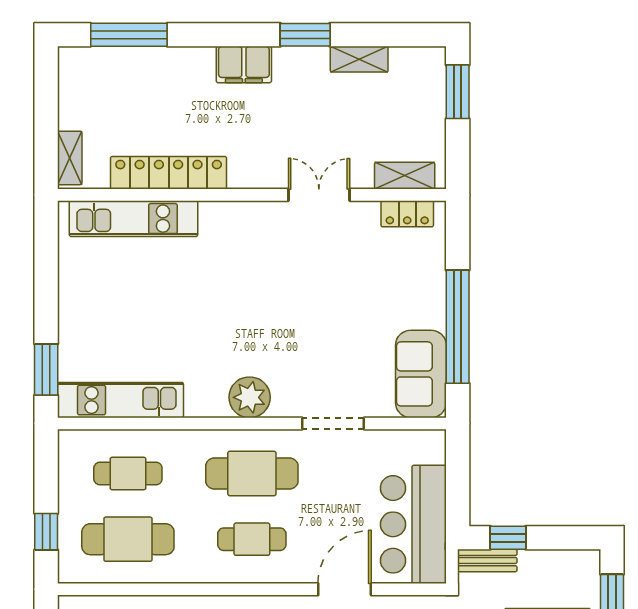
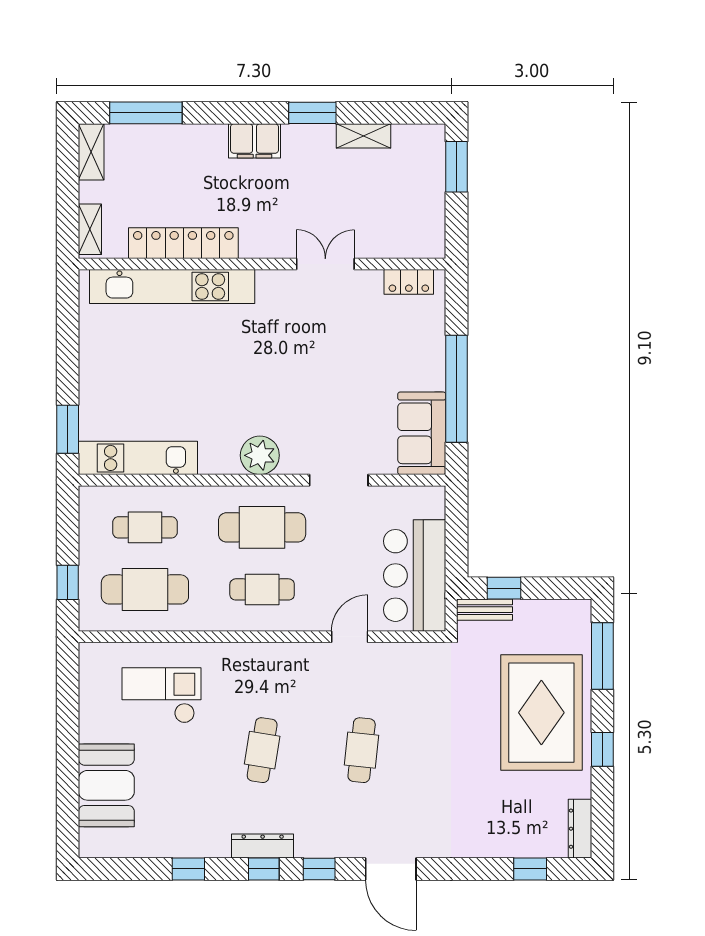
shelving: (405, 176) -> (91, 152), moved, turned 90
kitchen unit: (134, 219) -> (172, 287), width x1.36
door: (345, 589) -> (350, 637), width x0.73

